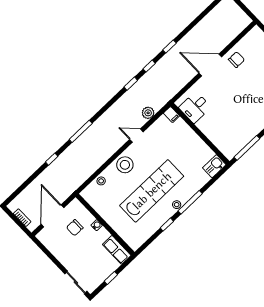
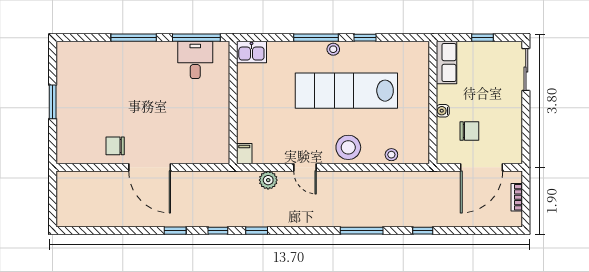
desk: (195, 107) -> (195, 60), moved, turned -90

